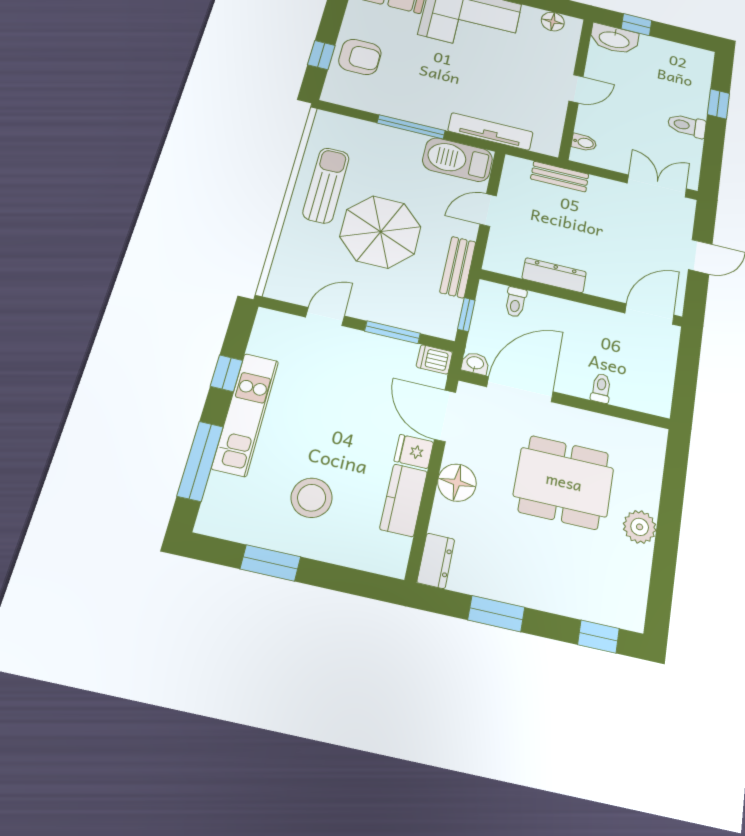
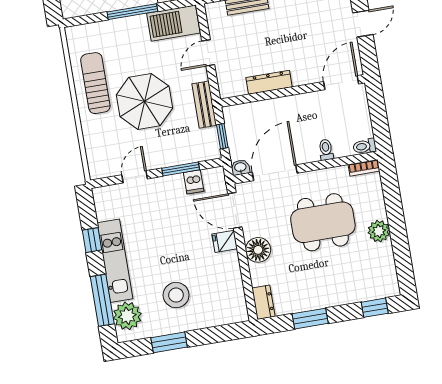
toilet: (516, 302) -> (365, 146), moved, turned 90
dishwasher: (434, 359) -> (194, 182), moved, turned -90
bookcase: (646, 433) -> (364, 168), added
plant: (226, 498) -> (127, 316), added
kitchen counter: (404, 500) -> (230, 274), removed

